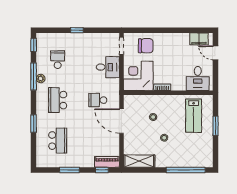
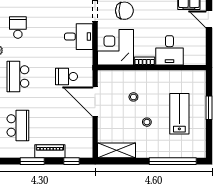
desk: (198, 78) -> (169, 50), moved
lab bench: (194, 116) -> (179, 114), moved, turned 180
piano: (107, 162) -> (50, 151), moved

